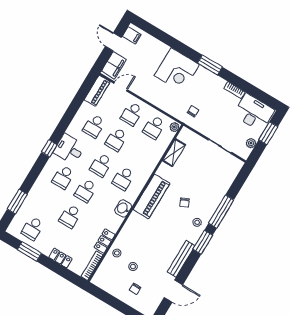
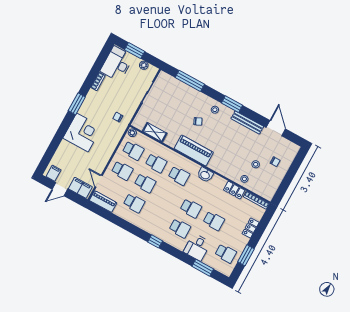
desk: (69, 149) -> (197, 247), moved
school desk: (101, 165) -> (156, 163), moved
window: (221, 212) -> (190, 81), moved

